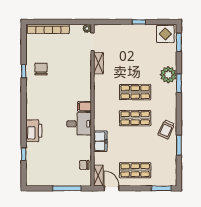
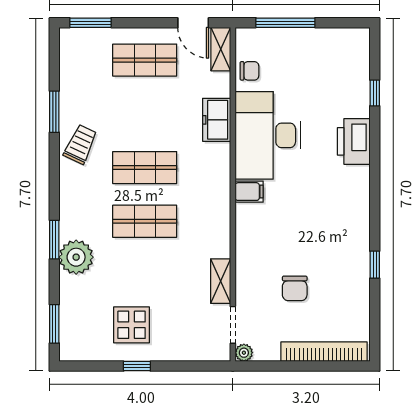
display table: (165, 34) -> (132, 325), moved
chair: (41, 69) -> (295, 288), moved
desk: (79, 124) -> (268, 135), width x1.87, depth x1.30

